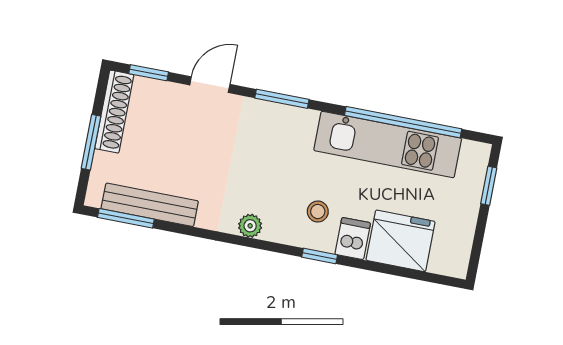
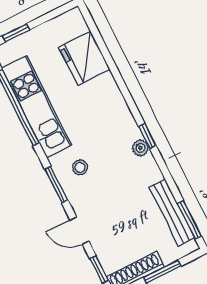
stool: (318, 212) -> (80, 167), moved
dishwasher: (353, 239) -> (104, 86), removed
window: (320, 256) -> (147, 136), moved

